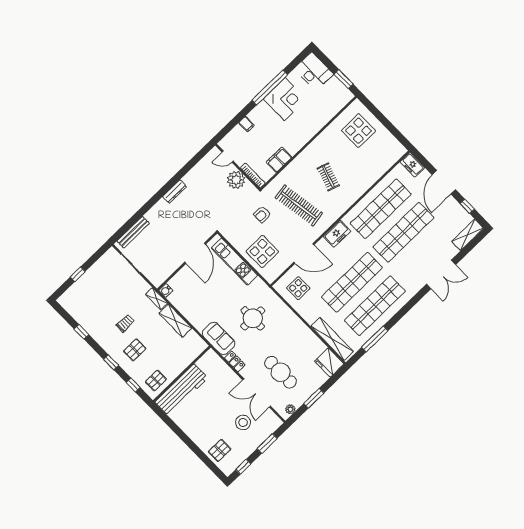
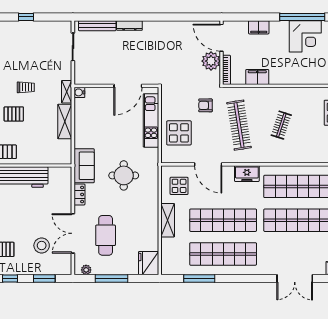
filing cabinet: (246, 124) -> (259, 27), width x2.00
door: (228, 157) -> (222, 38), width x1.87
dresser: (175, 192) -> (129, 25), moved
shelving: (332, 339) -> (168, 220), moved, width x0.68
window: (314, 398) -> (111, 278), width x1.44

